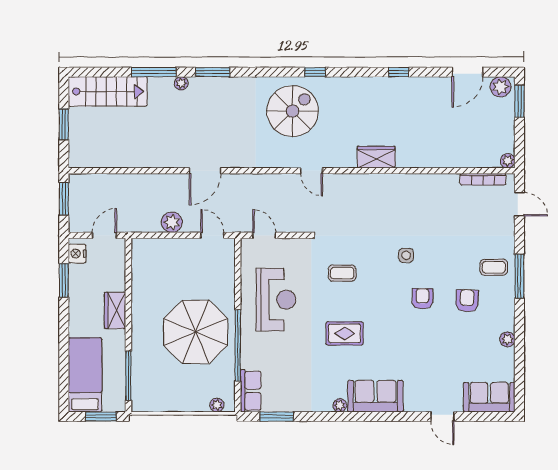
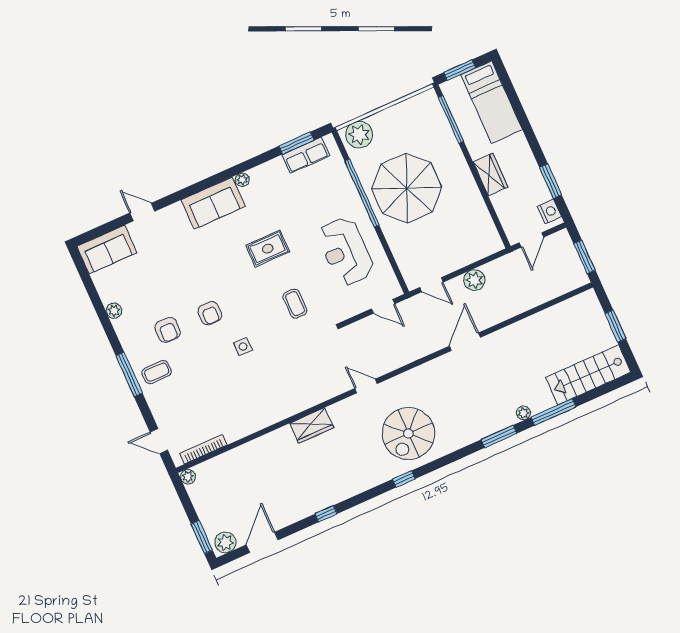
coffee table: (342, 273) -> (295, 304), turned 90
row of seats: (251, 391) -> (306, 155), moved, turned -90
plant: (217, 405) -> (359, 135), width x1.88, depth x1.88

